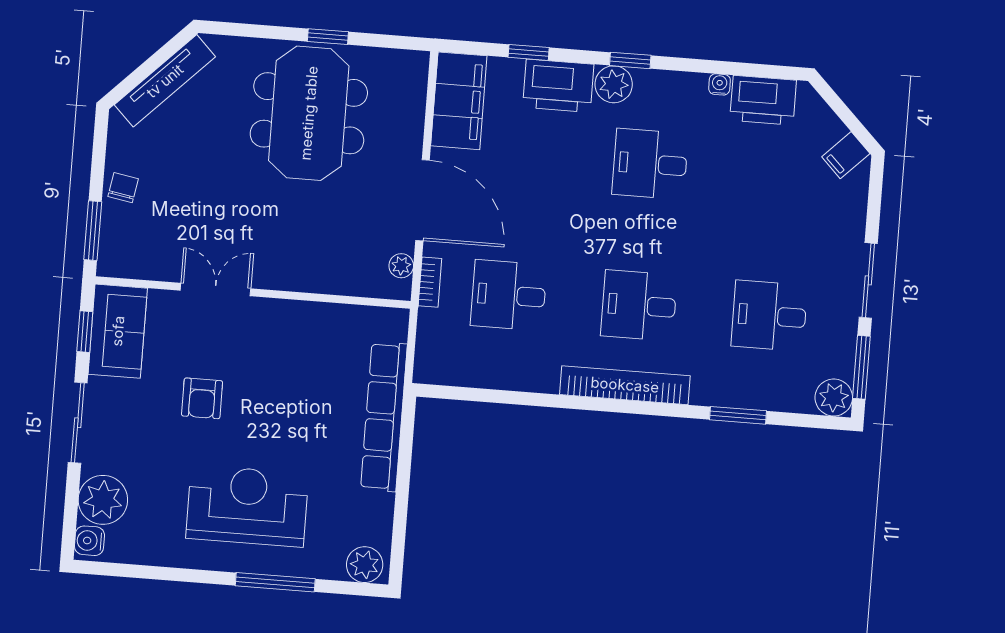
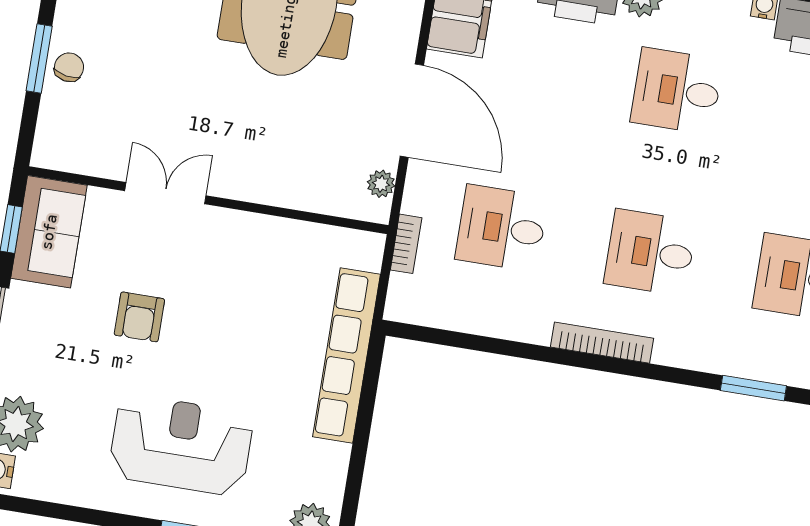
window: (93, 231) -> (39, 59), moved
bookcase: (430, 282) -> (406, 244), moved
bookcase: (625, 385) -> (602, 343), width x0.68, depth x0.76

